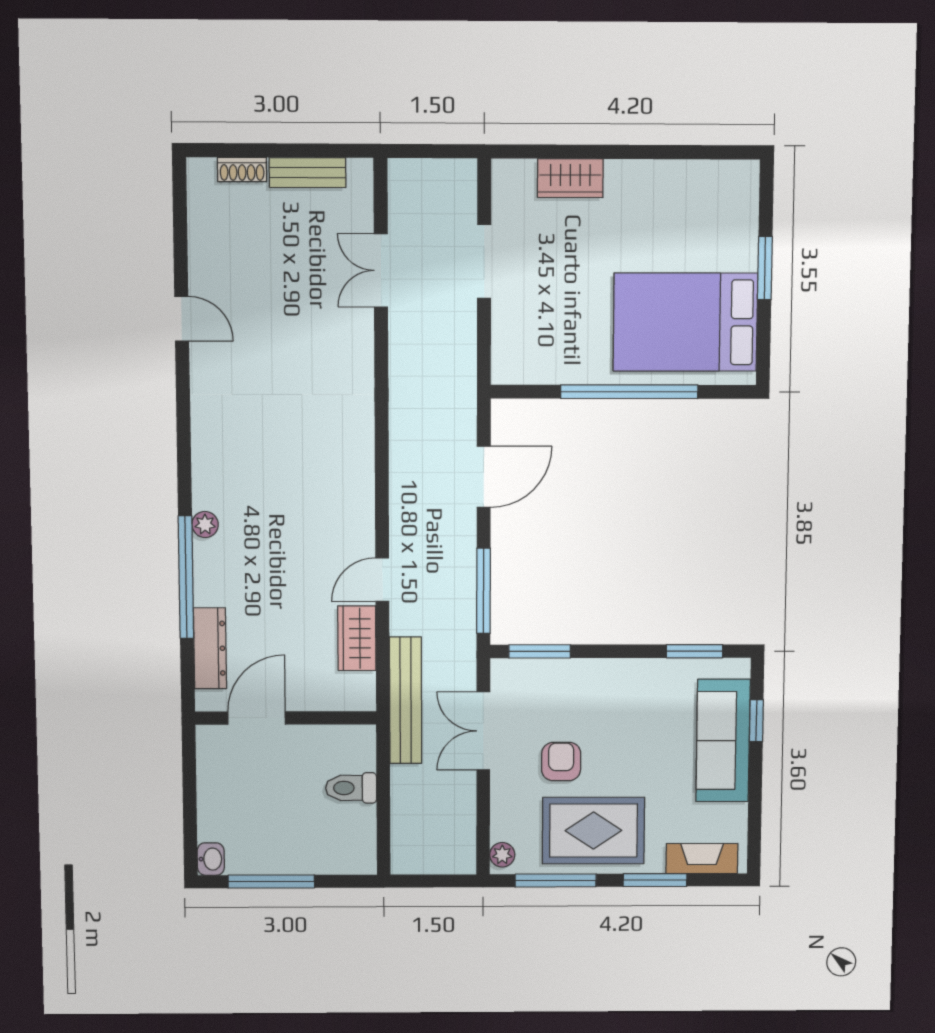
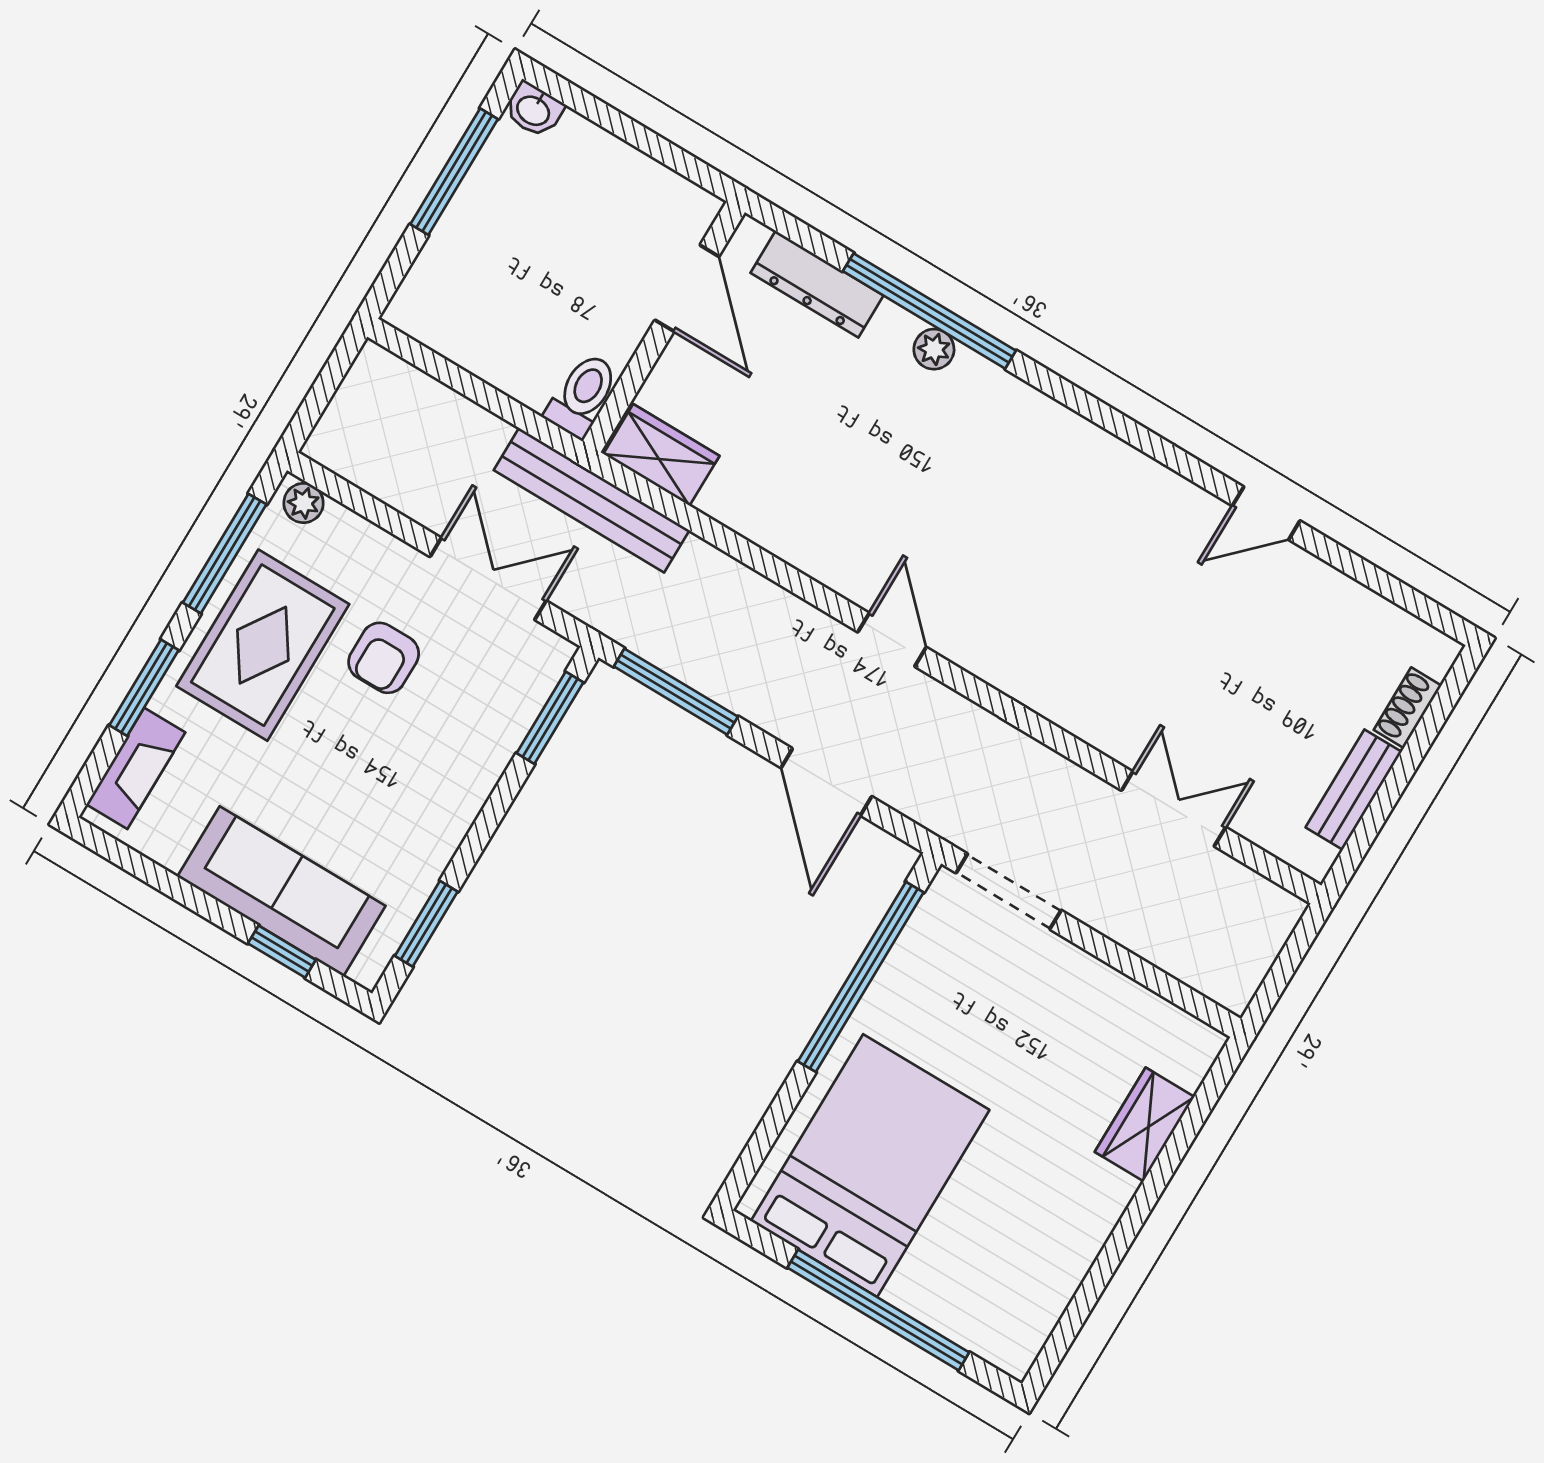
doorway: (484, 261) -> (1009, 892), moved
window: (765, 268) -> (878, 1310), width x2.11
window: (629, 392) -> (861, 977), moved
plant: (205, 524) -> (934, 349), moved
door: (382, 580) -> (892, 640), moved
wardrobe: (357, 638) -> (661, 455), moved
armchair: (561, 762) -> (384, 658), turned 90
toilet: (351, 788) -> (582, 395), moved

